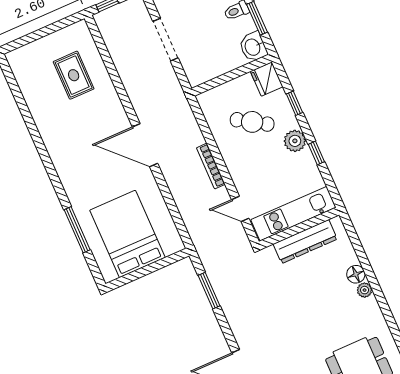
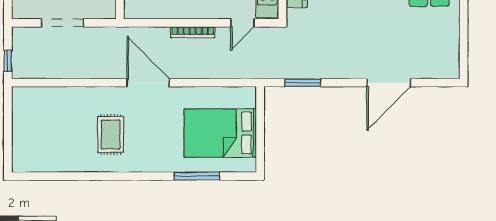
rug: (74, 75) -> (111, 134), moved, turned 90
door: (145, 145) -> (148, 83), swing flipped

